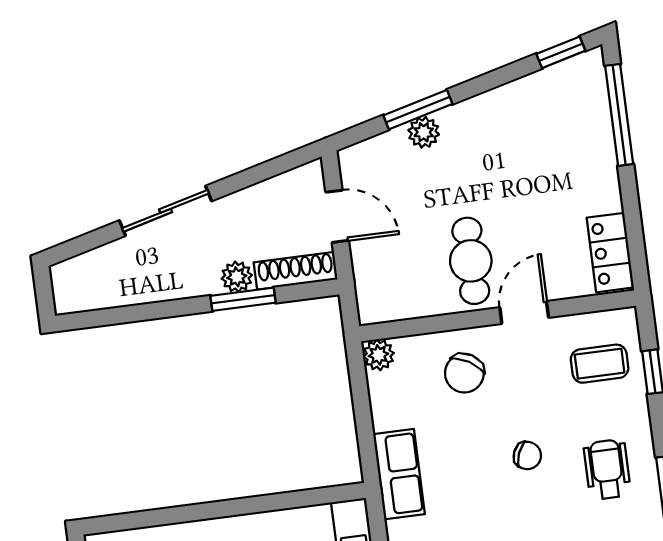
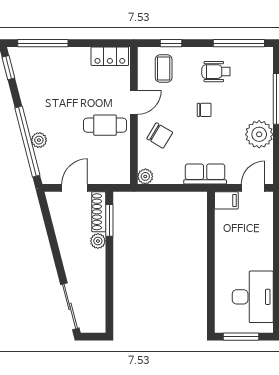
window: (418, 110) -> (27, 141), width x2.11
sliding door: (166, 211) -> (70, 306), moved
window: (243, 299) -> (109, 220), moved
door: (524, 313) -> (134, 102), swing flipped
chair: (527, 456) -> (204, 110), turned 68

